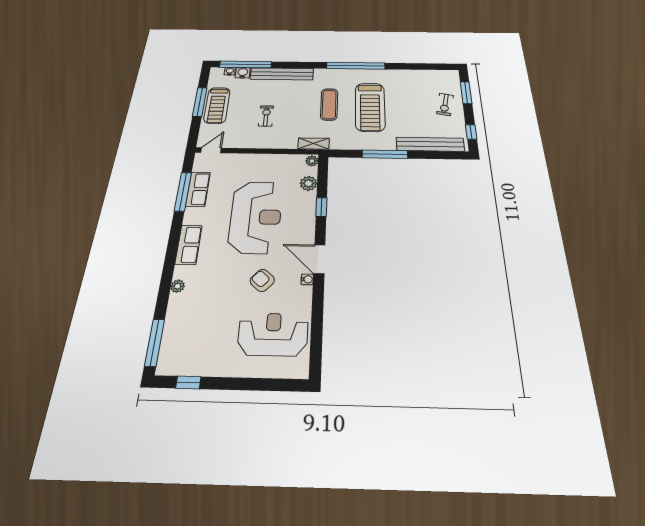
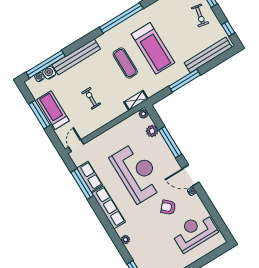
treadmill: (217, 105) -> (53, 110), turned 180
window: (321, 207) -> (170, 142), width x2.17
row of seats: (189, 245) -> (109, 207), width x1.48

